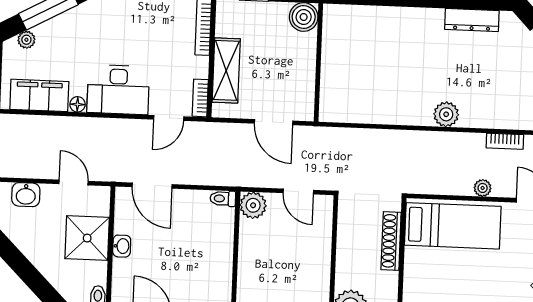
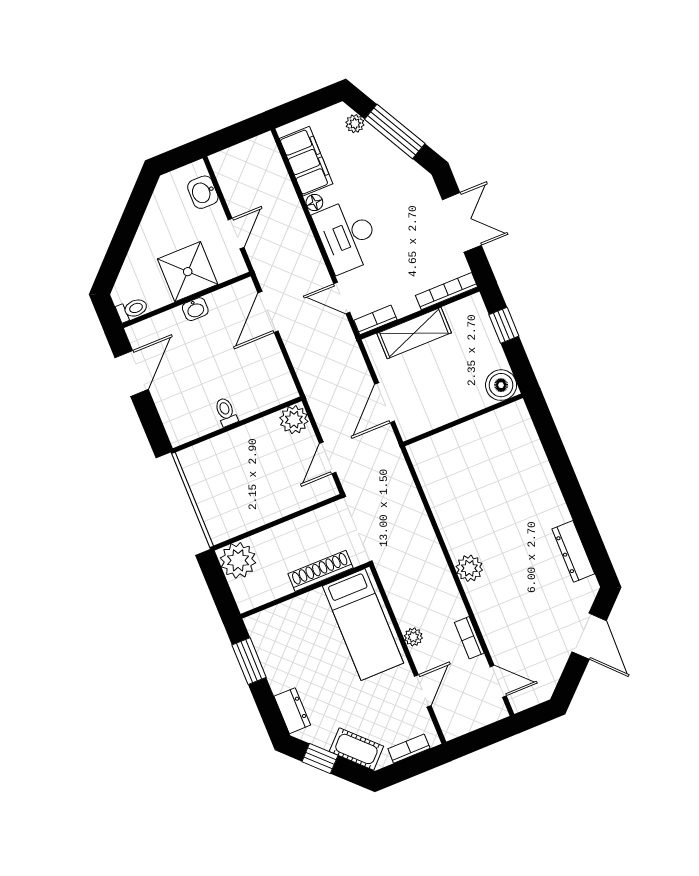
toilet: (223, 199) -> (226, 412), moved

